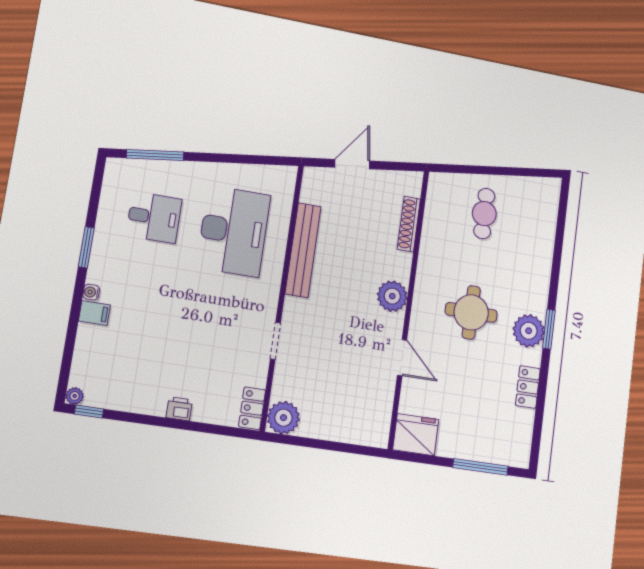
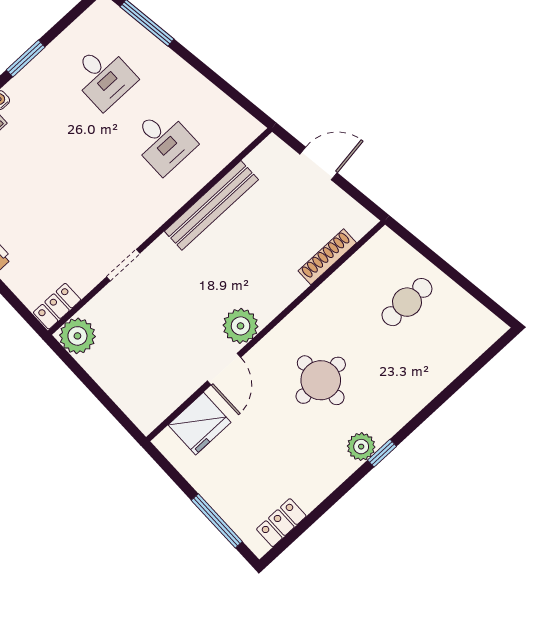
desk: (234, 231) -> (163, 141), width x0.53, depth x0.77
plant: (392, 296) -> (241, 326), moved
window: (549, 329) -> (382, 453), width x0.67
plant: (529, 331) -> (361, 447), width x0.73, depth x0.73
locker: (528, 387) -> (281, 523), moved
fridge: (416, 435) -> (199, 424), moved, turned 90

